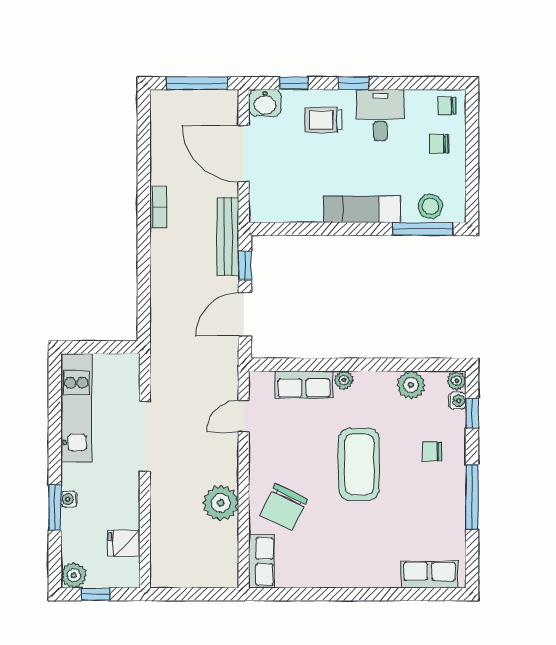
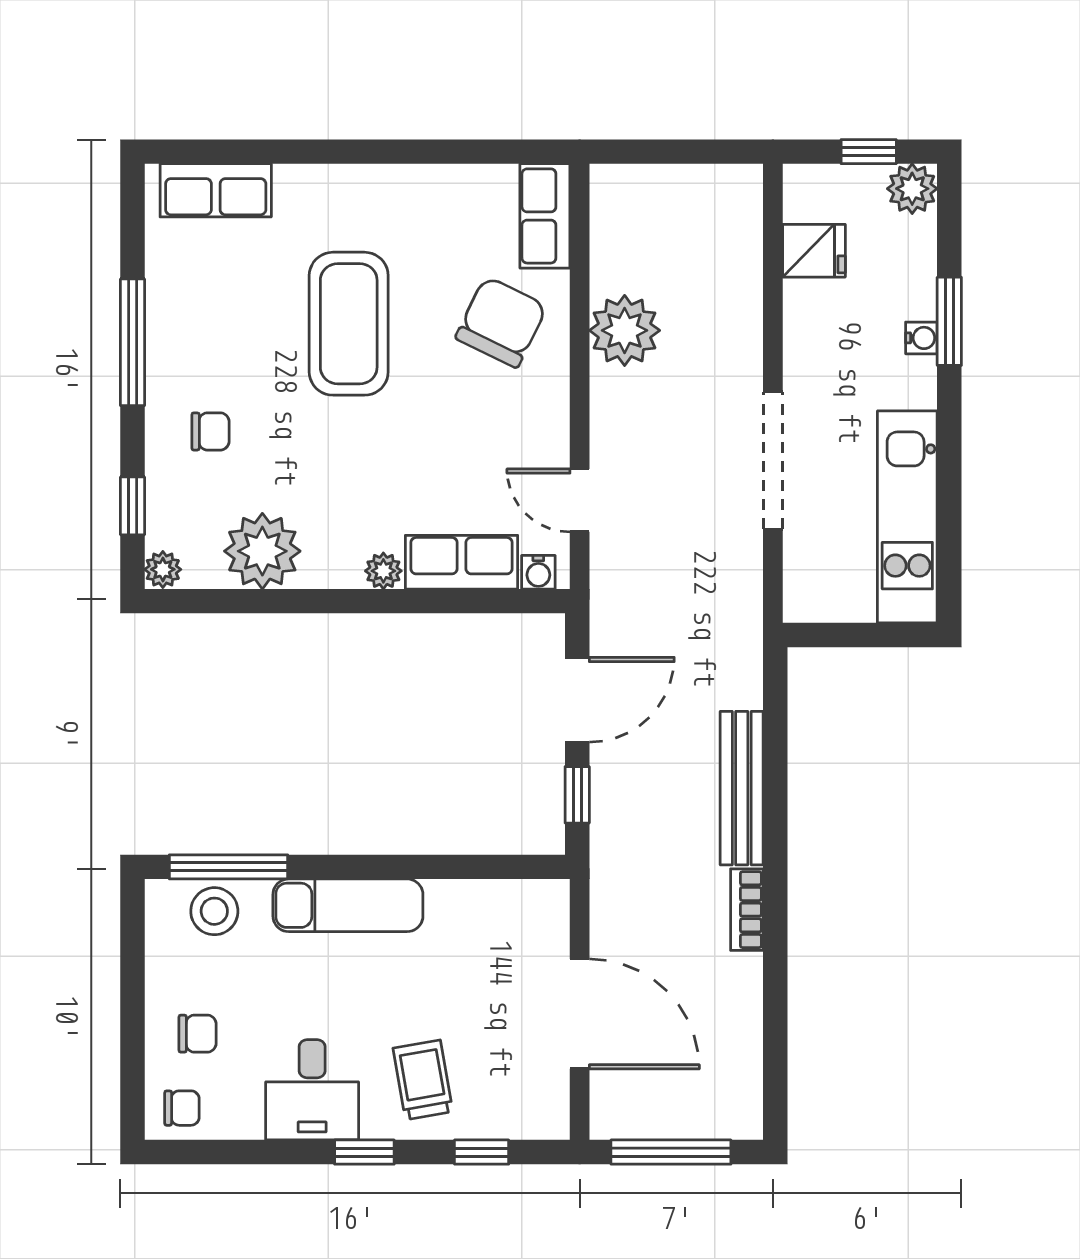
washbasin: (265, 103) -> (537, 1113), removed
trolley: (324, 120) -> (423, 1080), turned -100
bench: (228, 237) -> (742, 788), moved
plant: (411, 385) -> (262, 551), width x1.36, depth x1.36
water cooler: (457, 401) -> (538, 572), moved, turned -90
door: (244, 416) -> (580, 500), swing flipped
coffee table: (359, 464) -> (349, 324), moved

